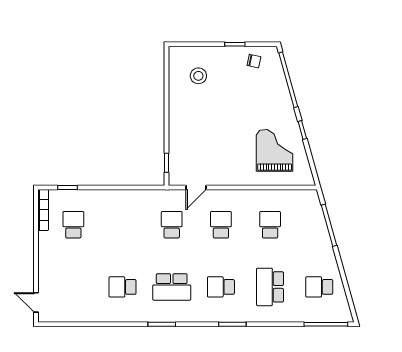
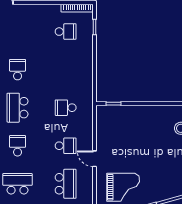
door: (196, 187) -> (94, 159), moved
school desk: (172, 225) -> (66, 108), turned 180
school desk: (270, 225) -> (66, 184), width x1.85

